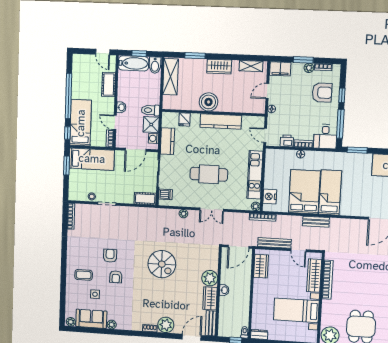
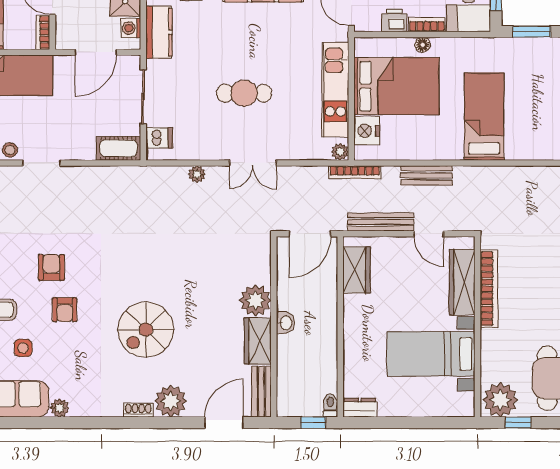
cafe table: (209, 174) -> (244, 93), width x0.73, depth x0.74
bed: (304, 192) -> (396, 86), moved, turned 90
bench: (316, 222) -> (426, 175), moved
spiral stairs: (162, 264) -> (146, 330), moved, turned 90

